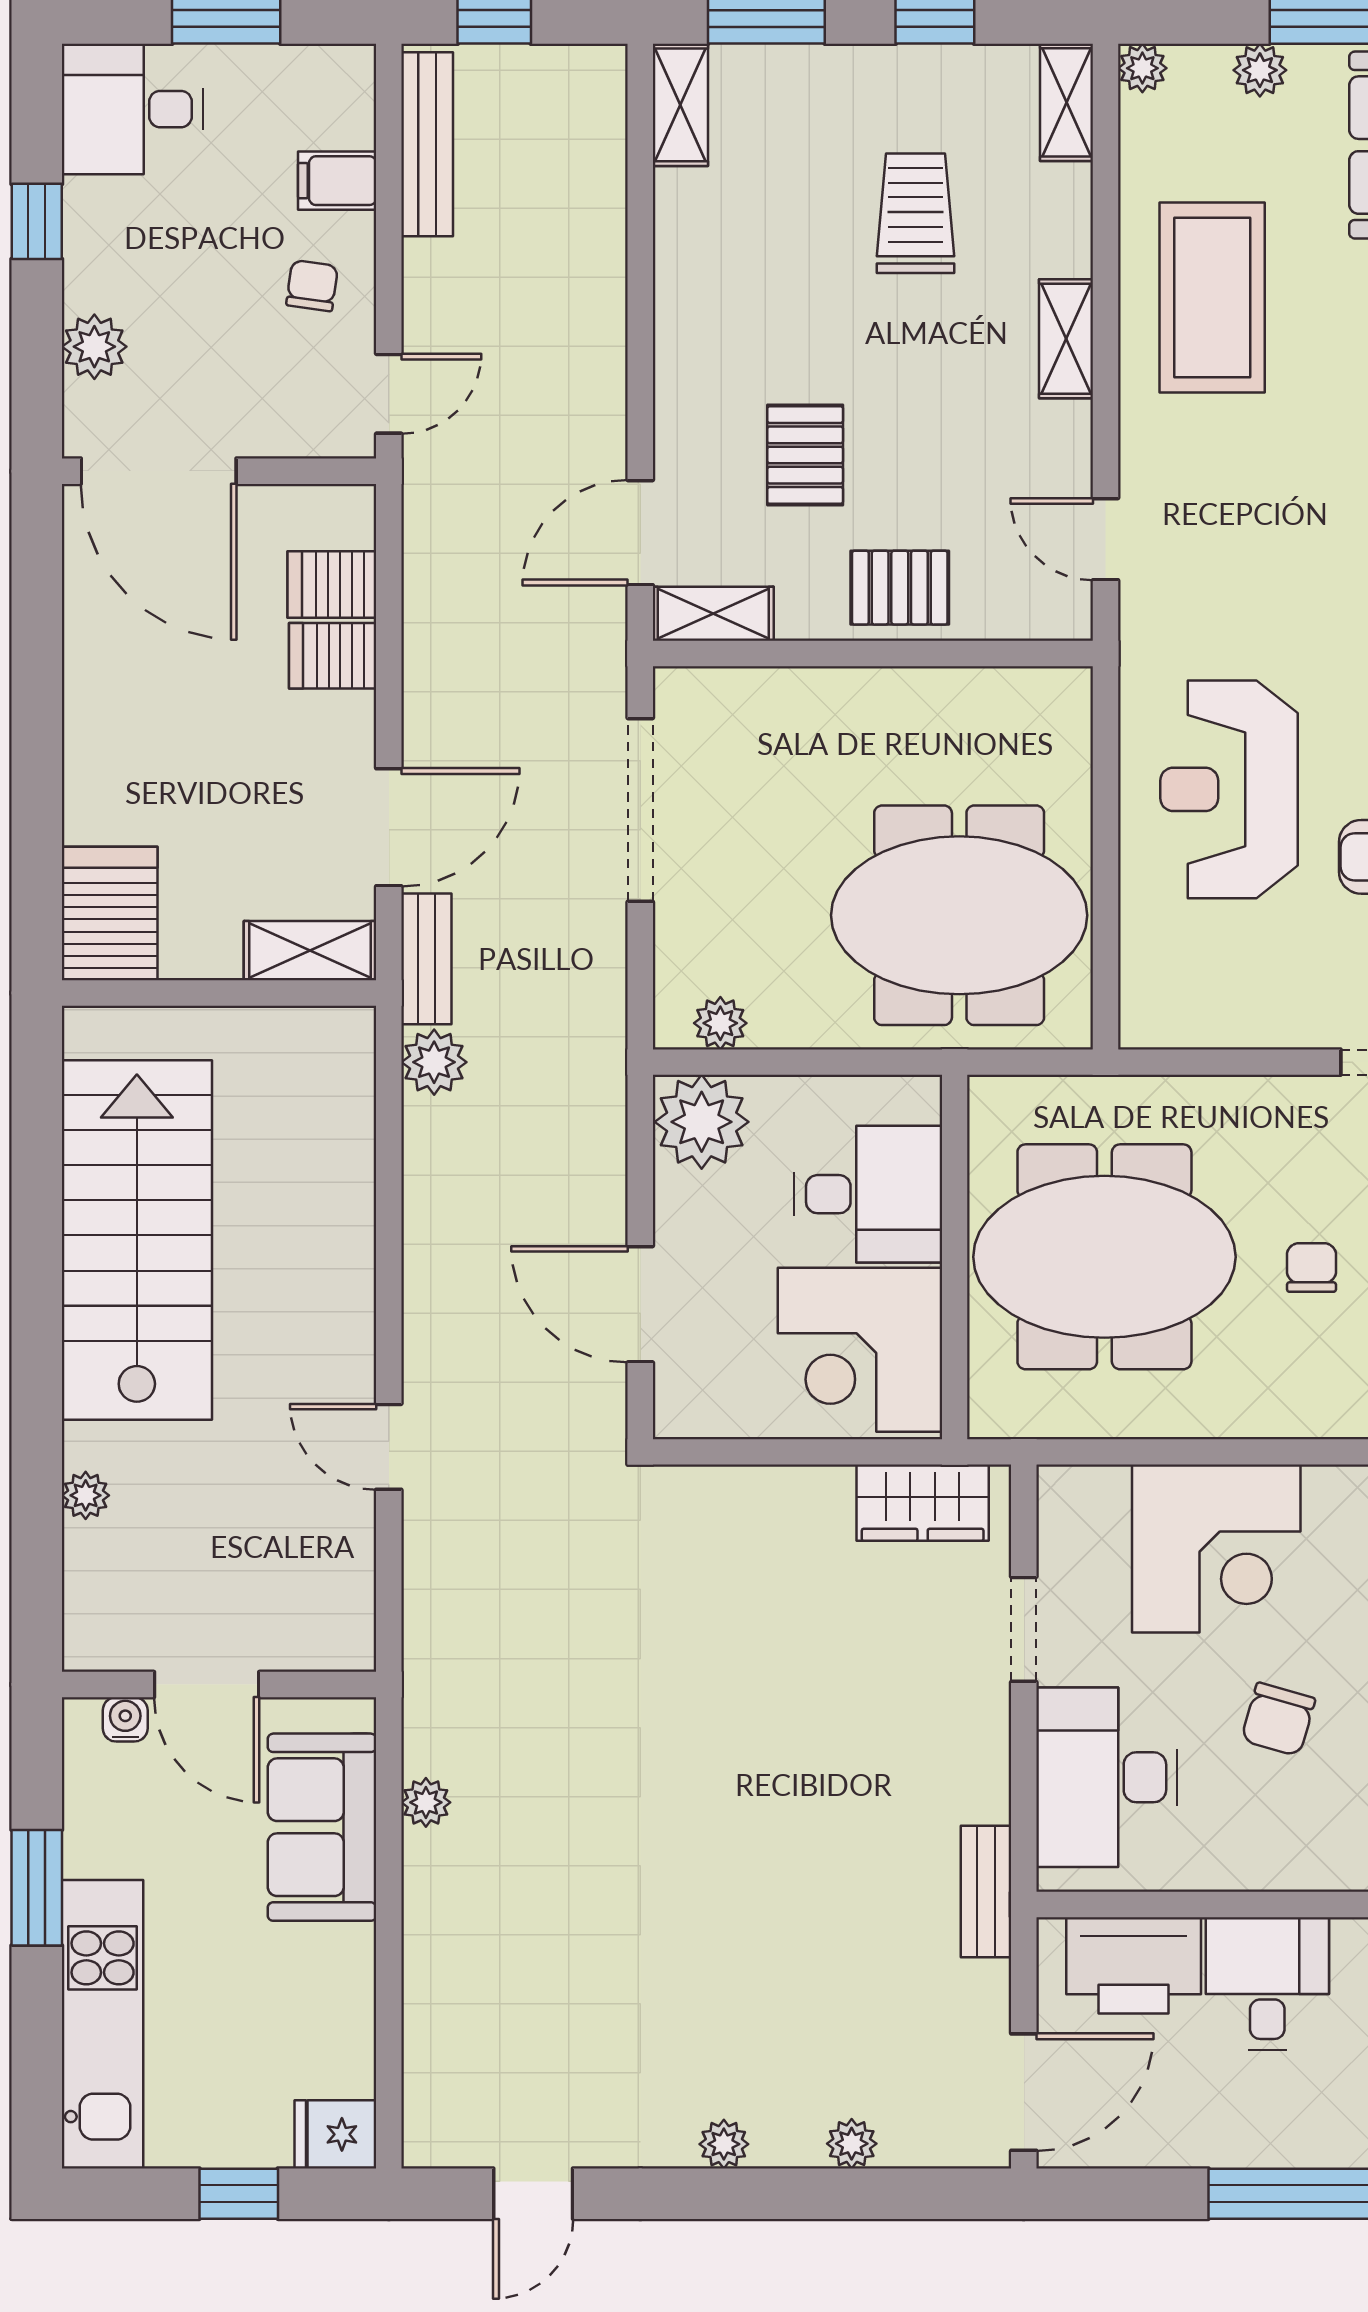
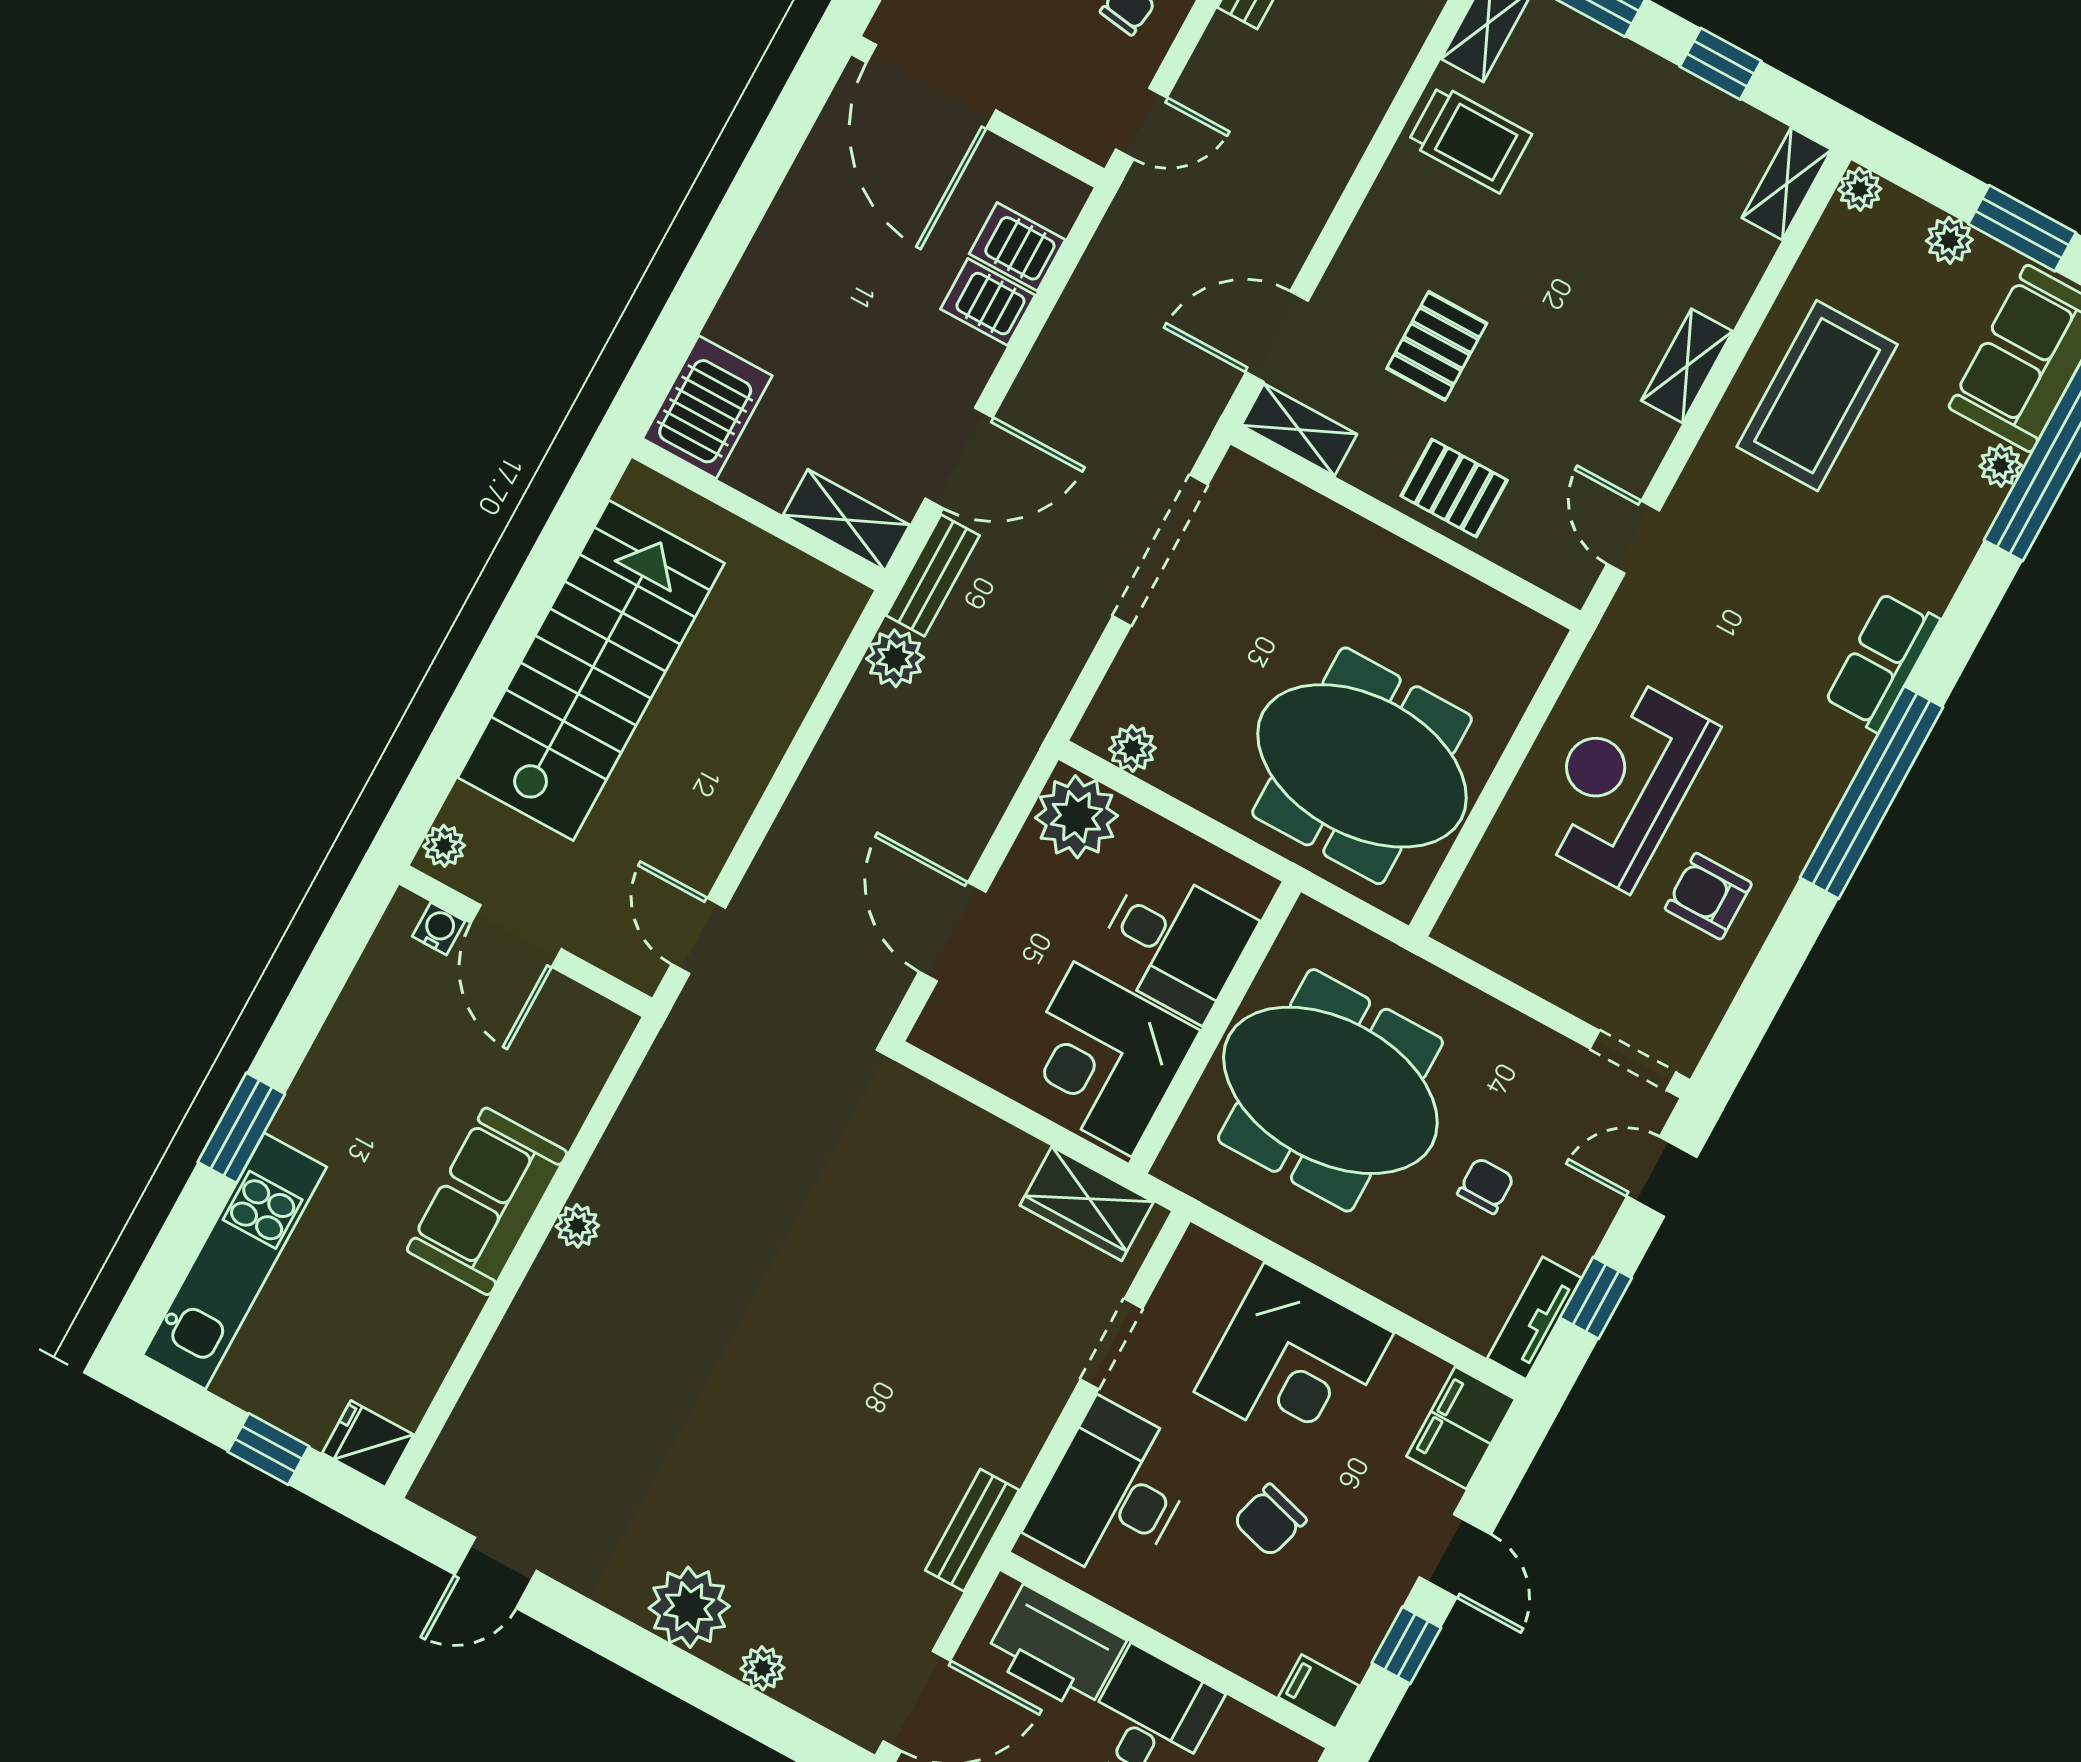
trolley: (915, 213) -> (1470, 139), moved, turned 90
door: (207, 1684) -> (516, 936), moved
wall: (219, 1684) -> (526, 941), moved
water cooler: (125, 1719) -> (439, 929), moved
plant: (724, 2144) -> (689, 1607), width x1.88, depth x1.88

